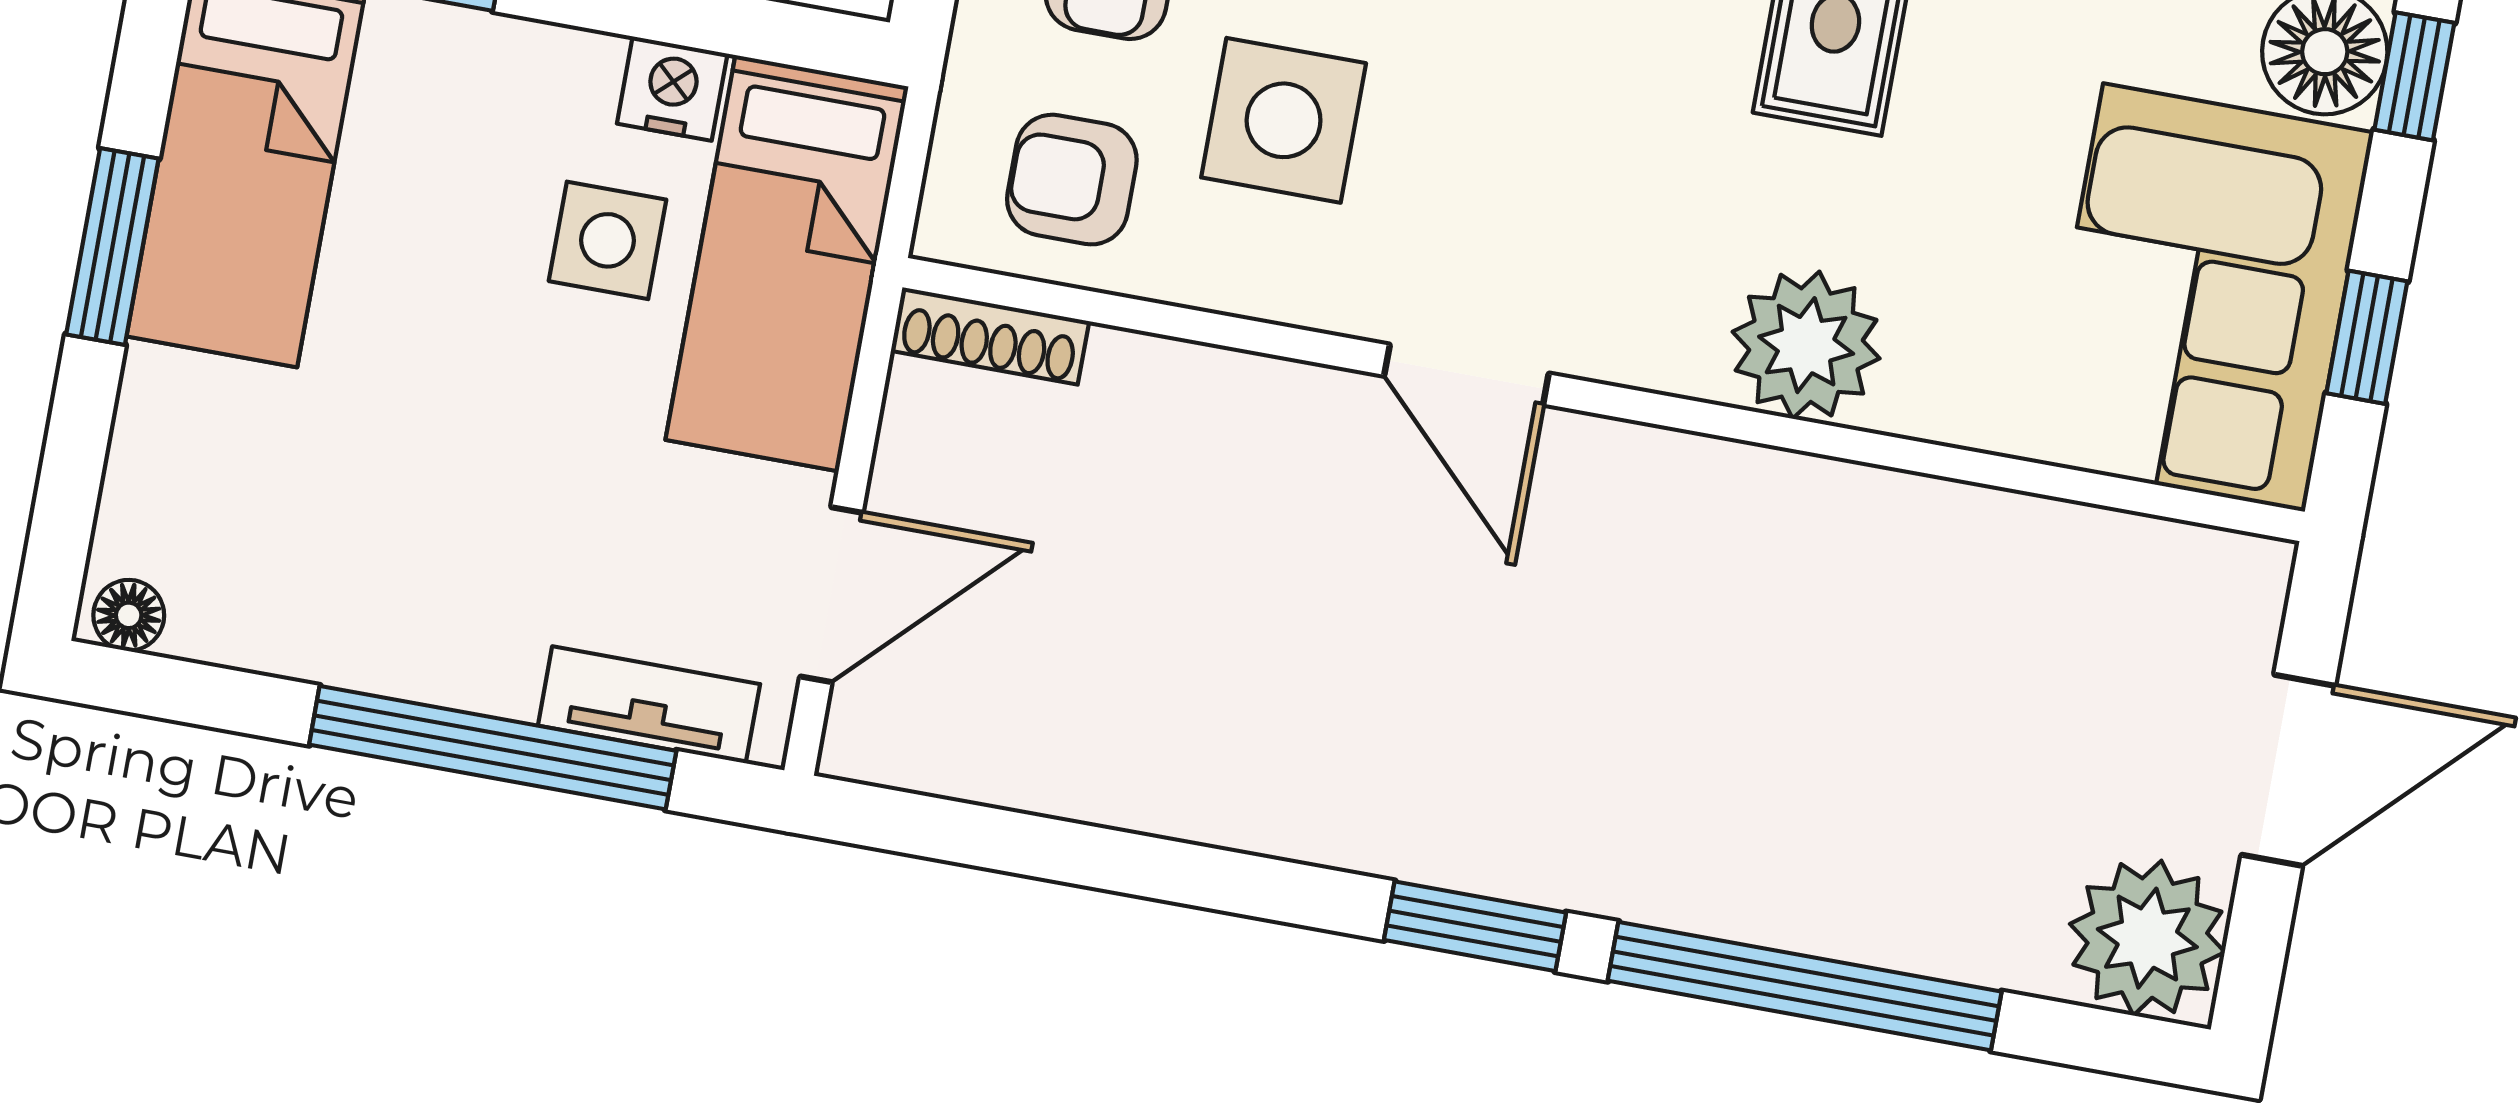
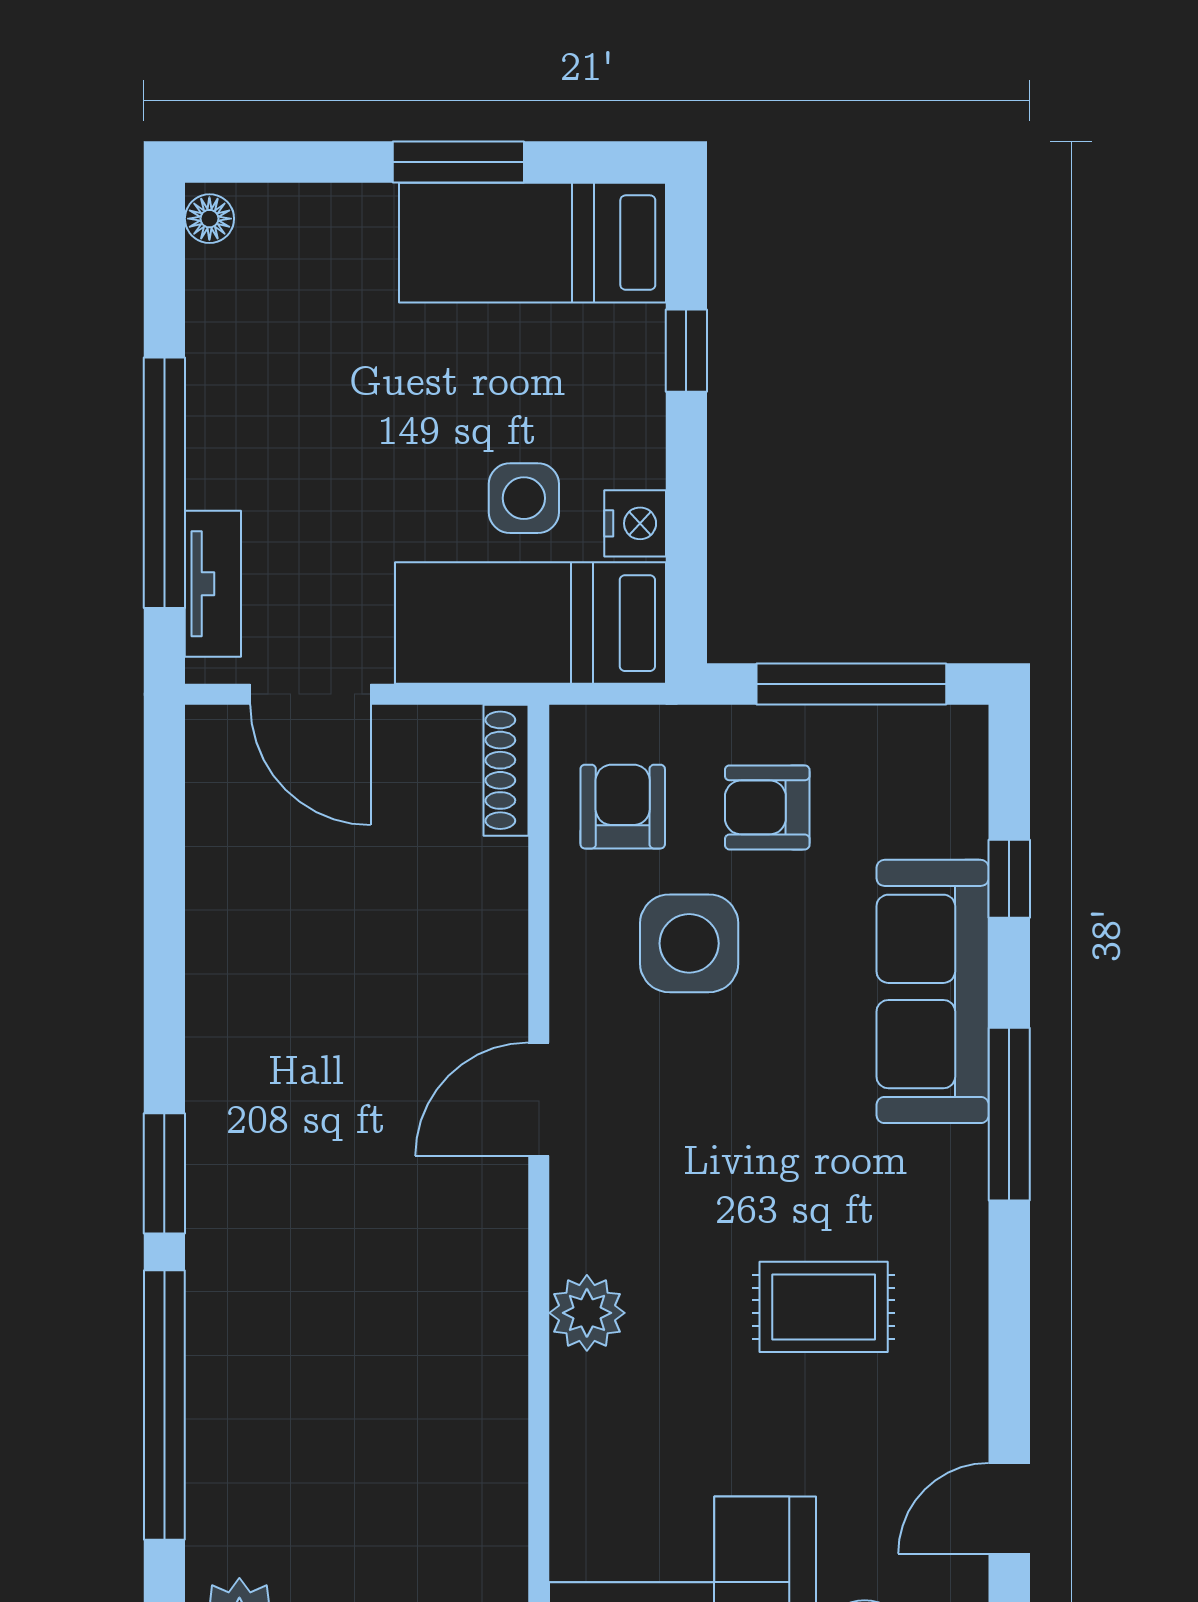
plant: (1806, 345) -> (587, 1313), width x0.73, depth x0.73

